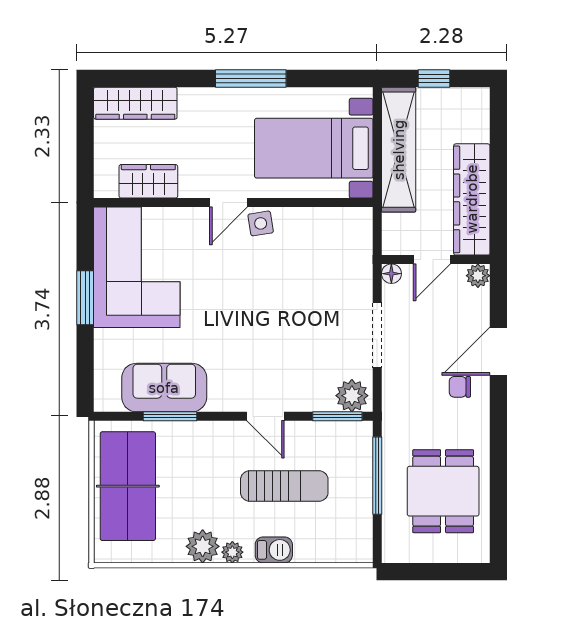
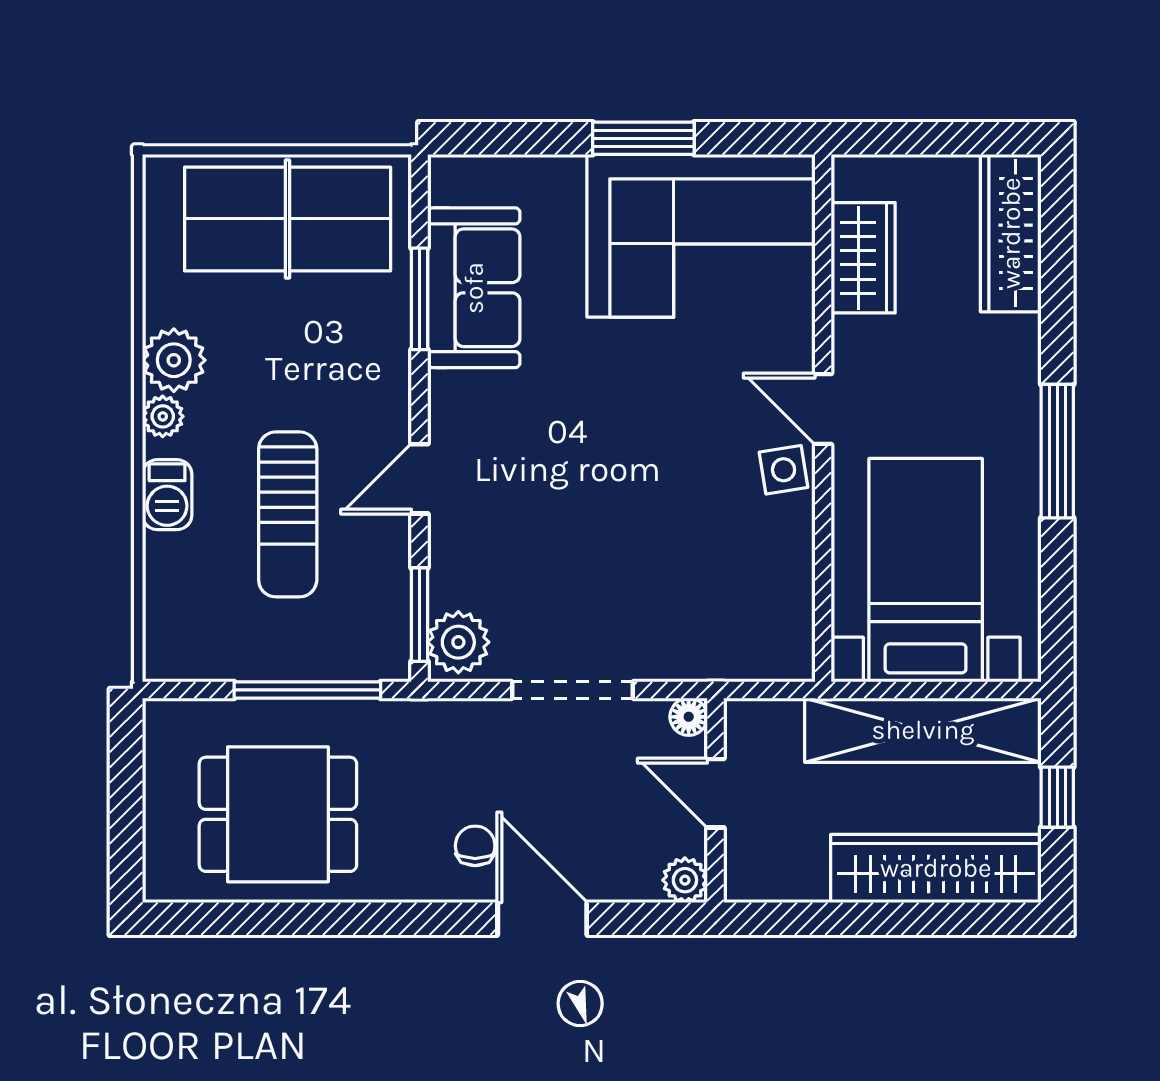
wardrobe: (472, 199) -> (936, 868), moved

